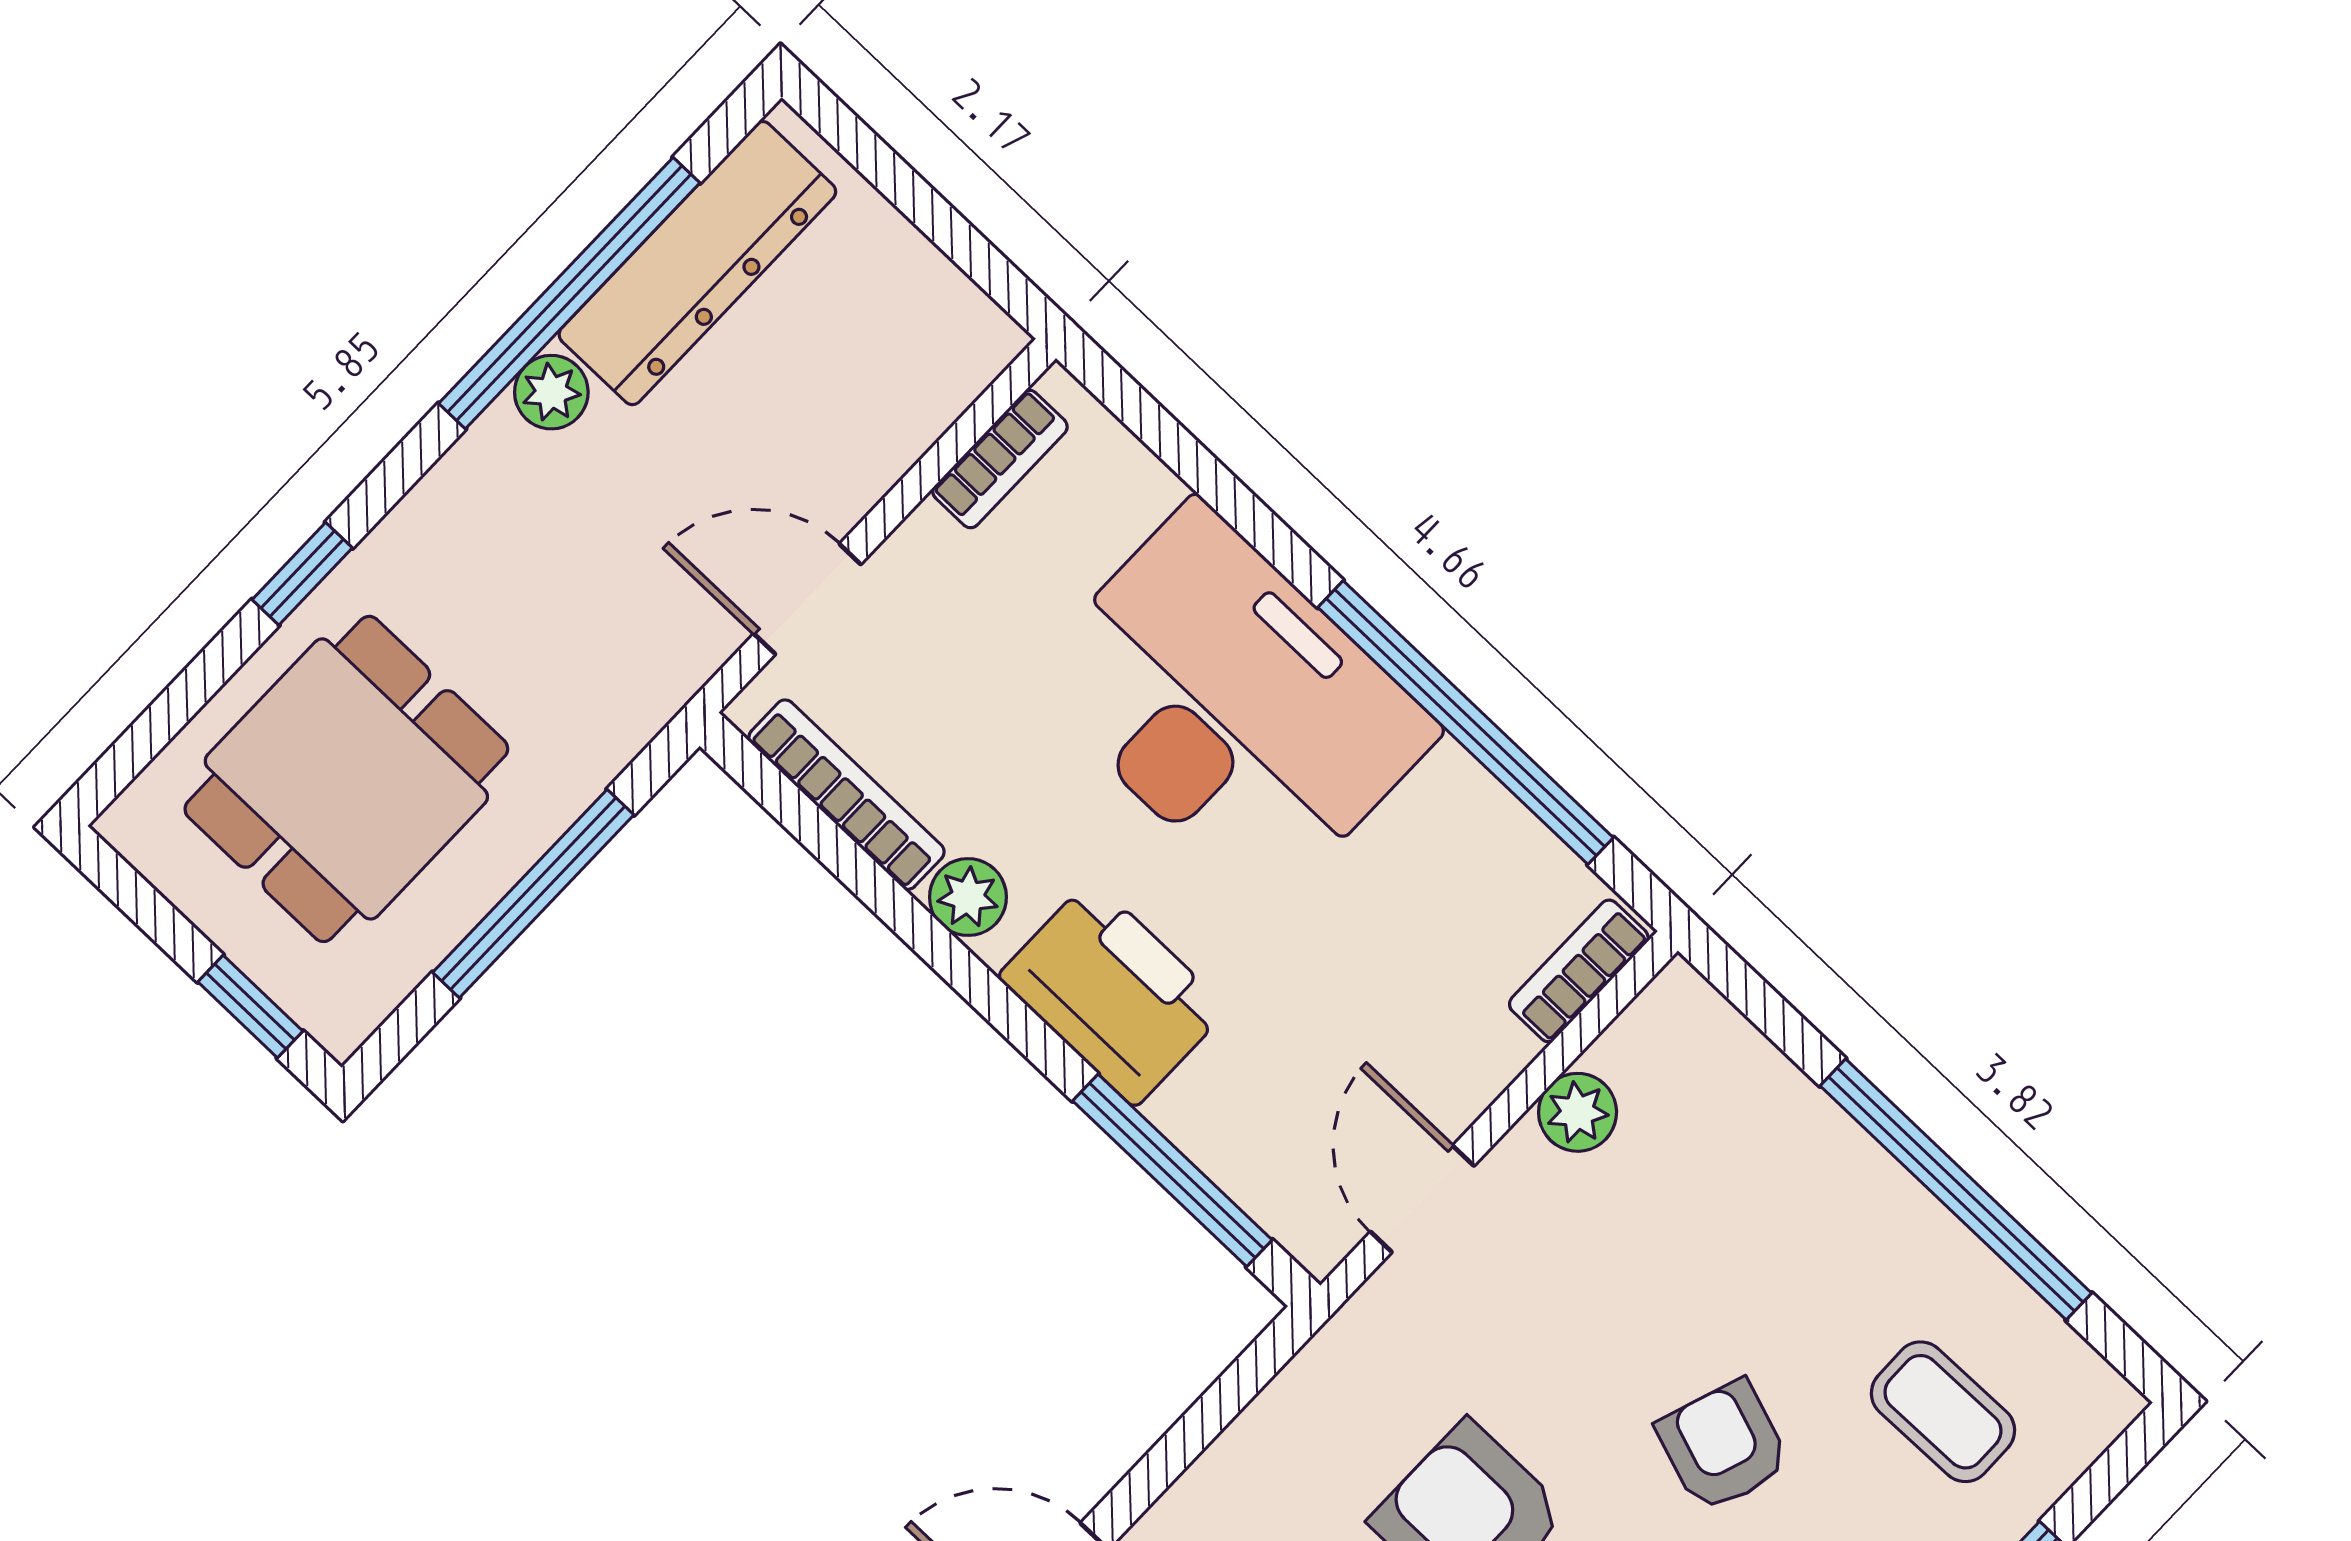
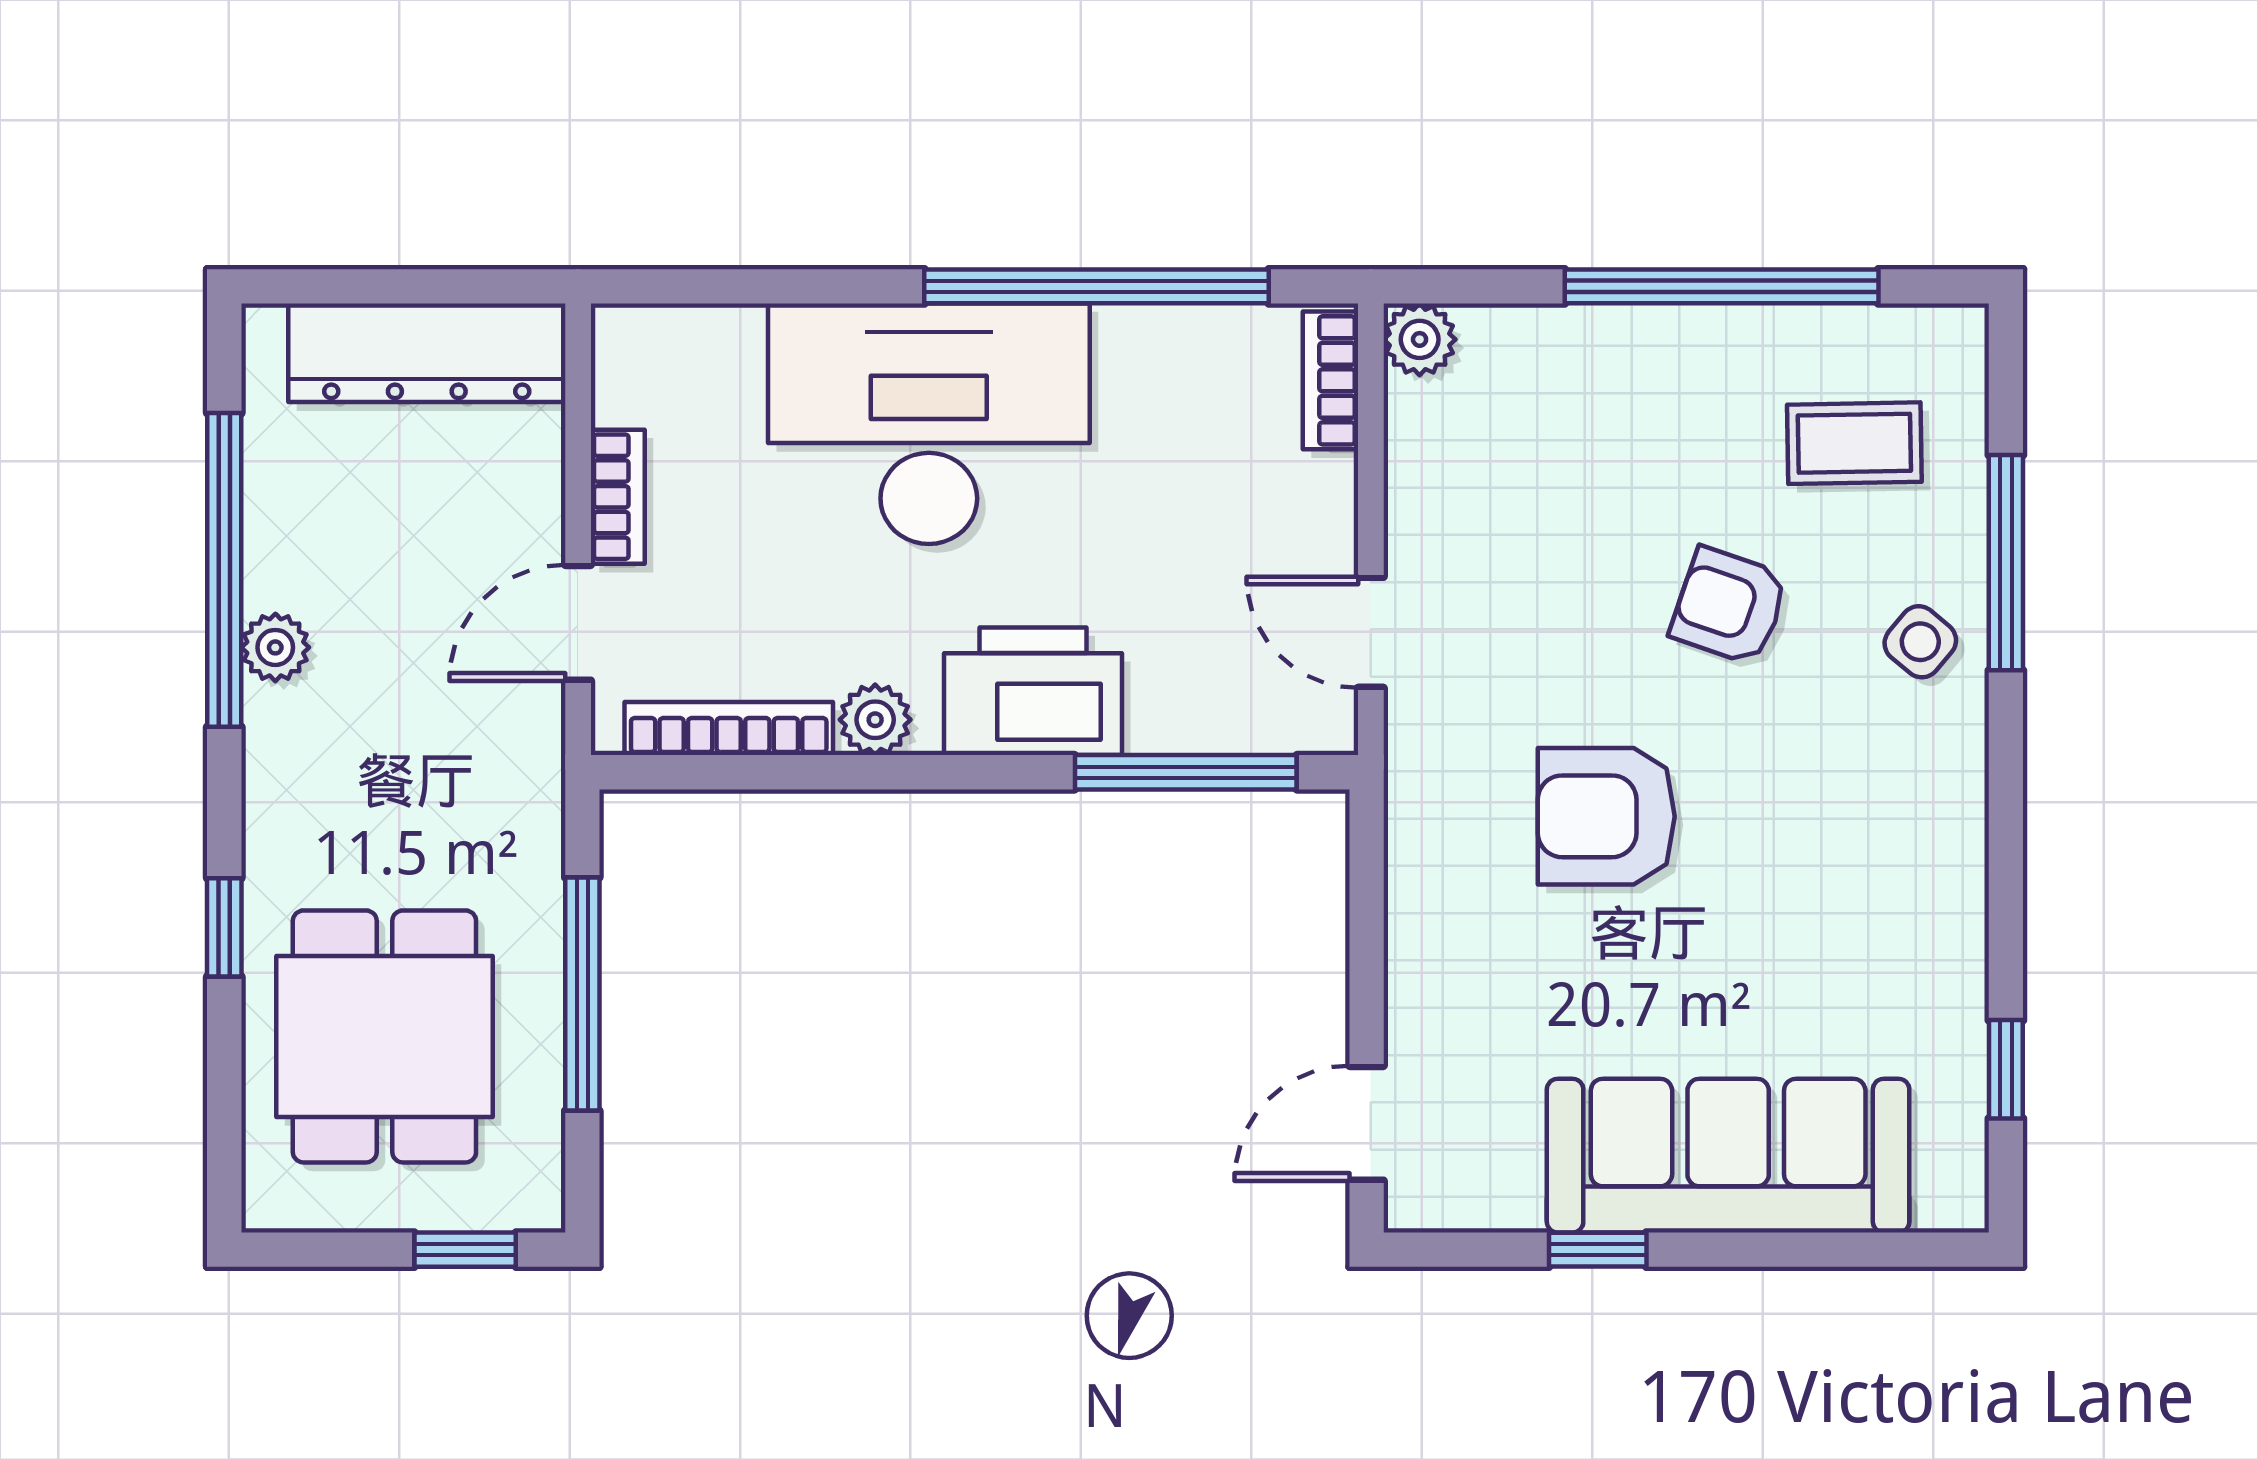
dresser: (697, 263) -> (427, 353), moved, turned 90
bookcase: (1000, 459) -> (618, 497), moved
plant: (1578, 1112) -> (1420, 339), moved

